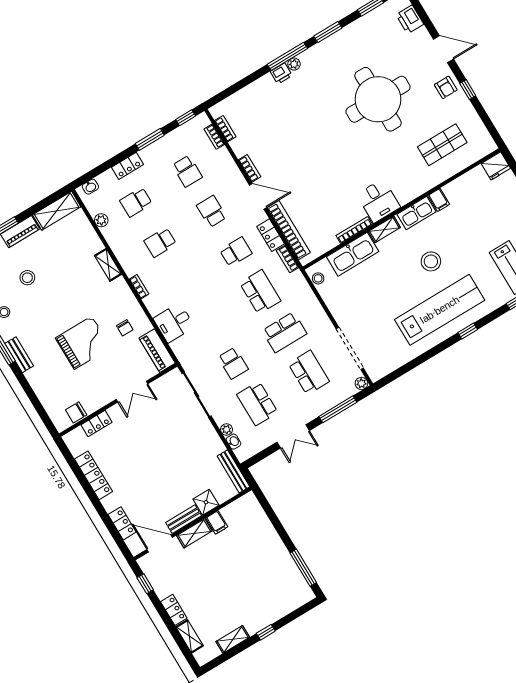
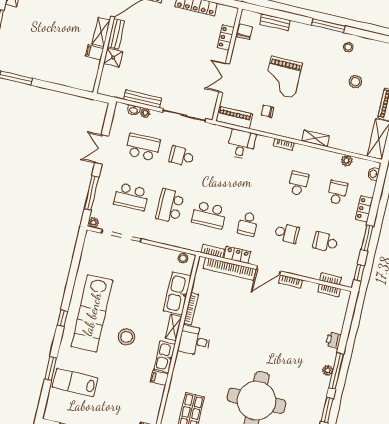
printer: (281, 74) -> (333, 340), moved
bench: (19, 355) -> (275, 22), moved
bench: (233, 471) -> (142, 99), moved

